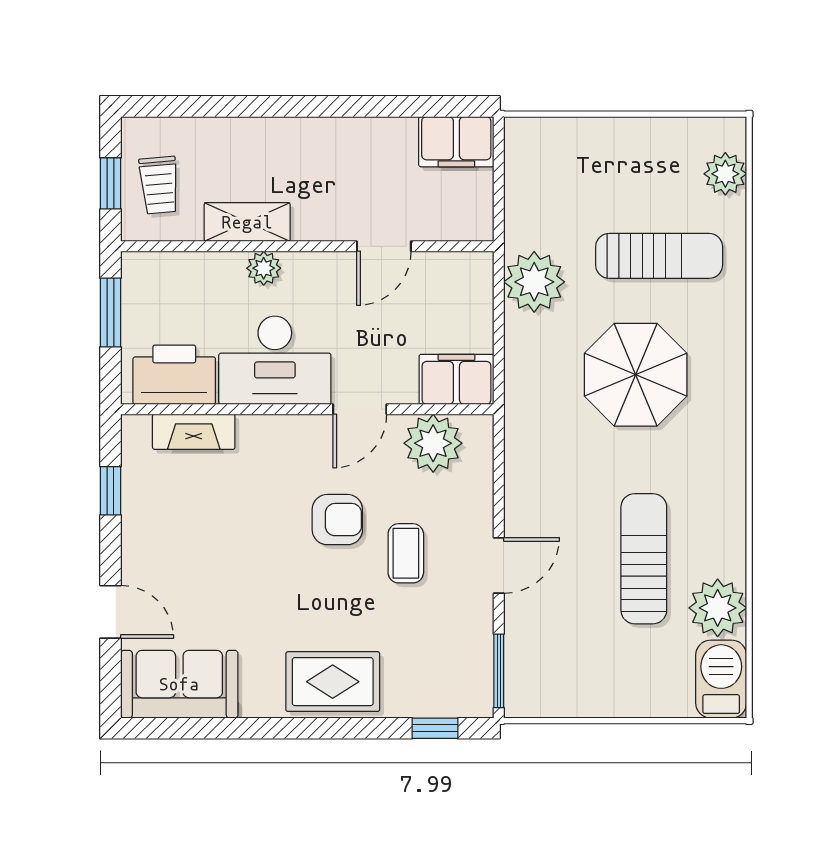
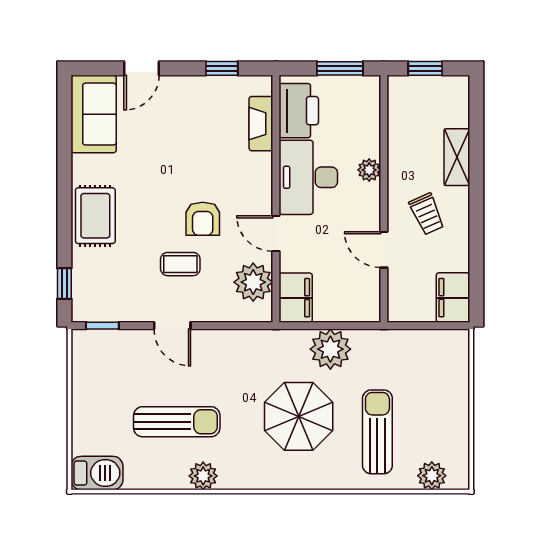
trolley: (159, 185) -> (427, 214), moved, turned -109
shelving: (247, 222) -> (457, 157), moved
sun lounger: (659, 256) -> (377, 432), turned 180
plant: (534, 282) -> (330, 349), moved
plant: (718, 608) -> (203, 476), moved, width x0.73, depth x0.73
window: (499, 671) -> (102, 326), width x0.67

